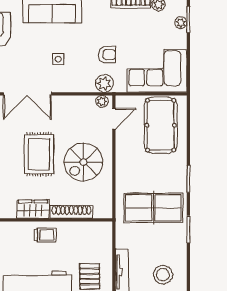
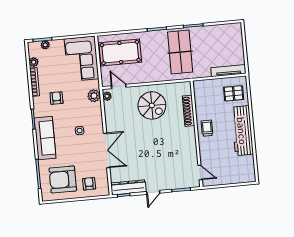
armchair: (107, 55) -> (56, 98), moved
rug: (39, 154) -> (149, 138), removed
wardrobe: (33, 209) -> (189, 139), removed
stool: (163, 275) -> (227, 41), removed

